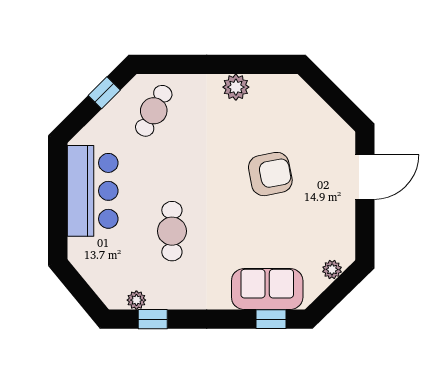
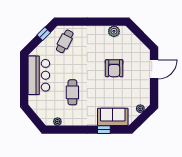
plant: (236, 87) -> (114, 31), moved
armchair: (270, 174) -> (114, 68), turned 101
window: (153, 319) -> (64, 130), removed
window: (271, 319) -> (104, 130), moved

